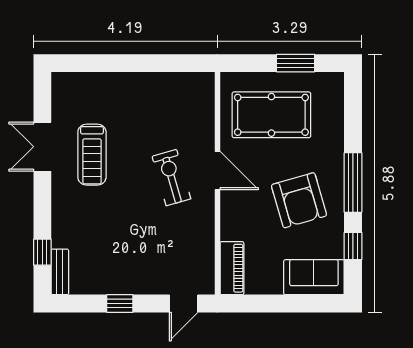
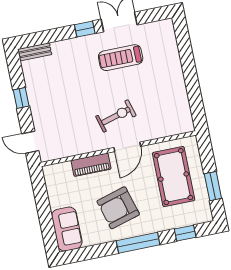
window: (353, 246) -> (185, 233), moved
window: (42, 252) -> (85, 29), moved
piano: (232, 268) -> (91, 165), moved

